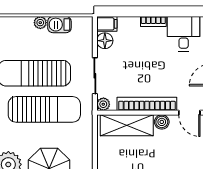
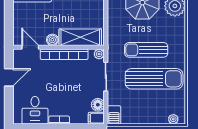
plant: (40, 23) -> (173, 119), moved
barbecue: (59, 25) -> (114, 115), moved, turned 90
sun lounger: (44, 109) -> (146, 50), width x0.73, depth x0.75

